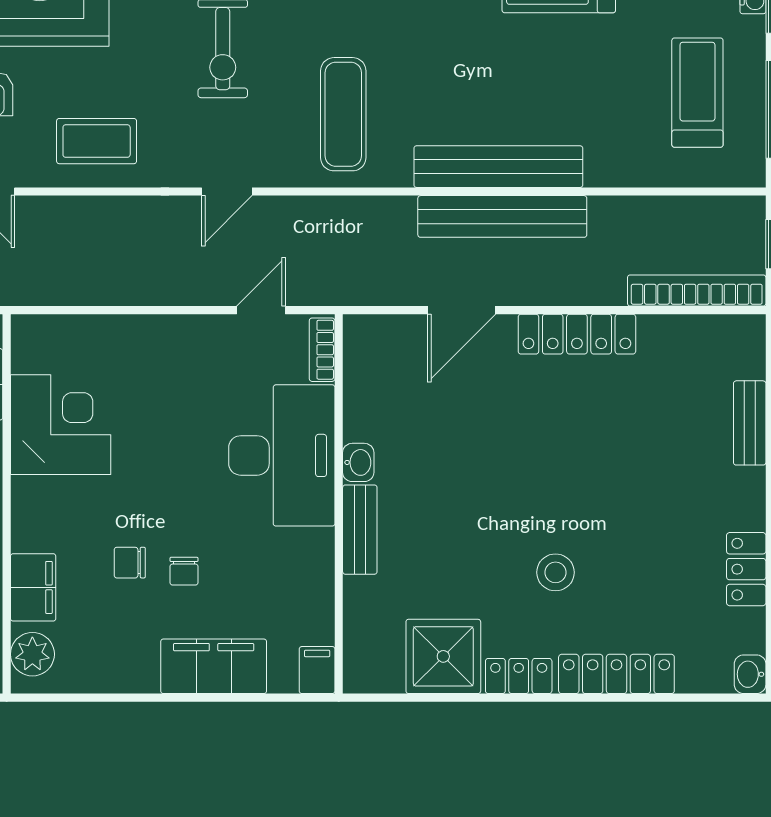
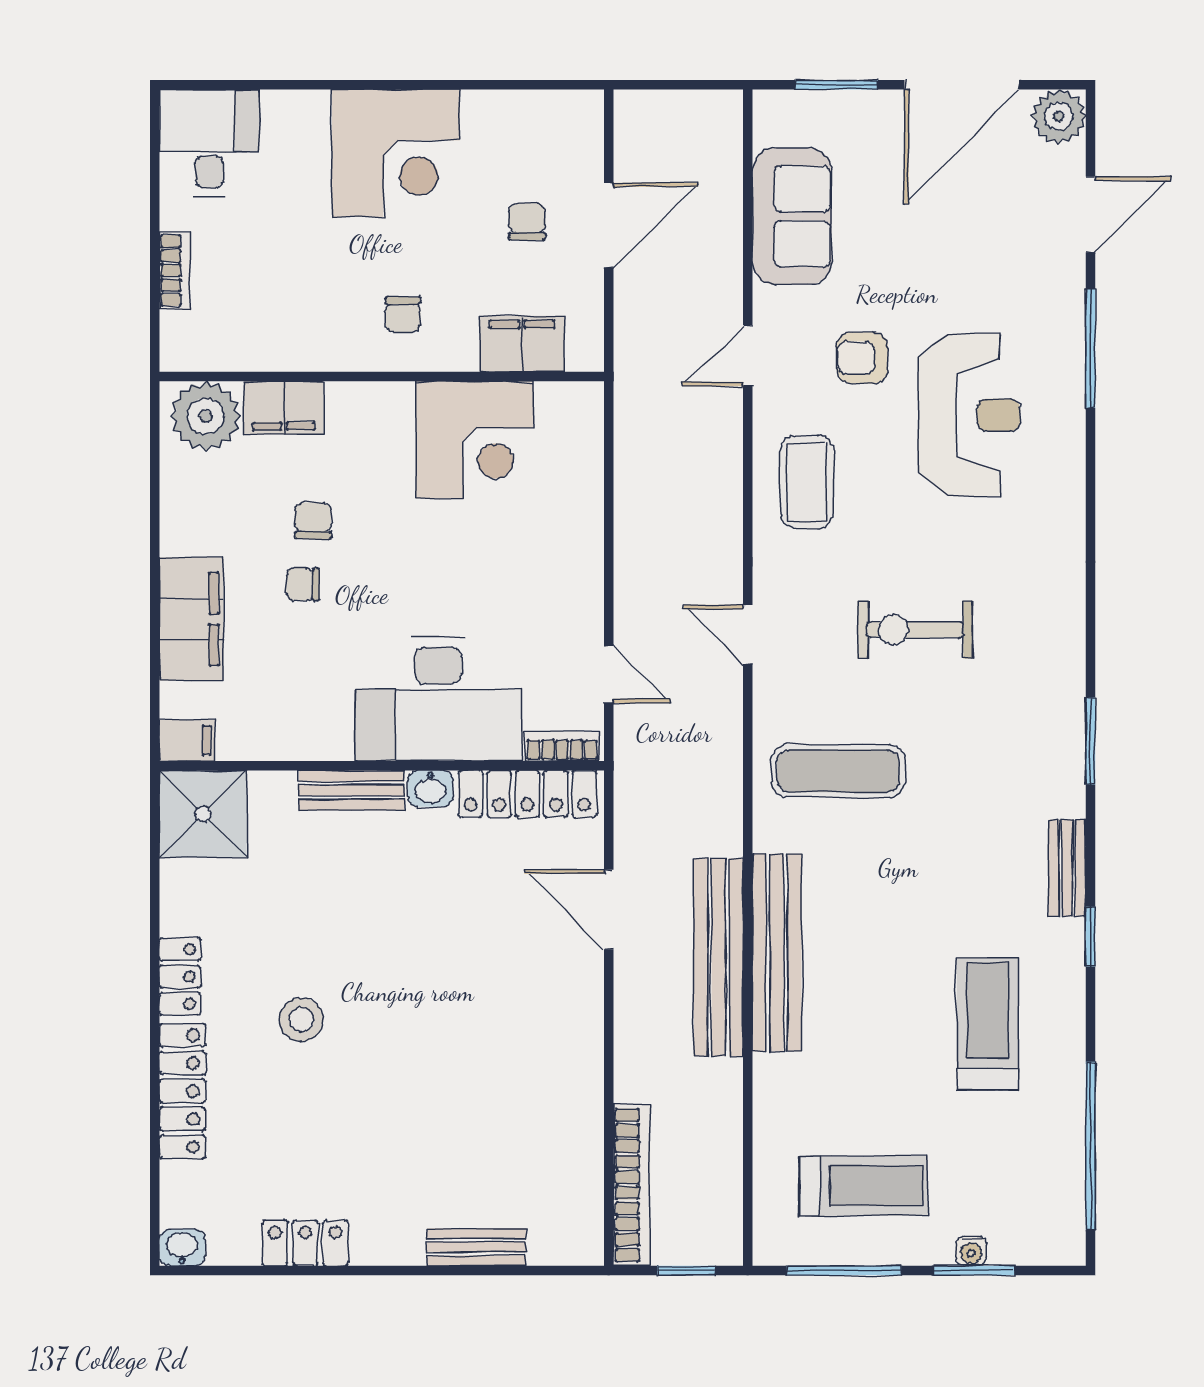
locker: (577, 334) -> (527, 794), moved, turned -90
plant: (32, 654) -> (206, 416), width x1.36, depth x1.36
shower: (443, 656) -> (203, 814), moved

